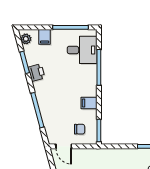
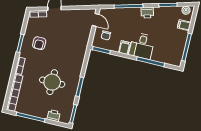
desk: (82, 50) -> (142, 46), moved
printer: (36, 73) -> (147, 13), moved
door: (64, 146) -> (96, 20), swing flipped

